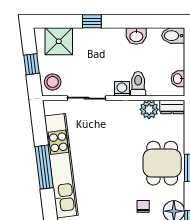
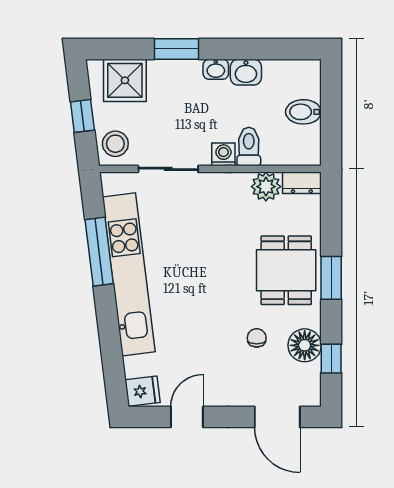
window: (92, 21) -> (176, 49), width x1.50
bidet: (173, 36) -> (303, 112), moved
washbasin: (178, 79) -> (216, 69), moved, turned -90
window: (44, 167) -> (99, 252), moved

